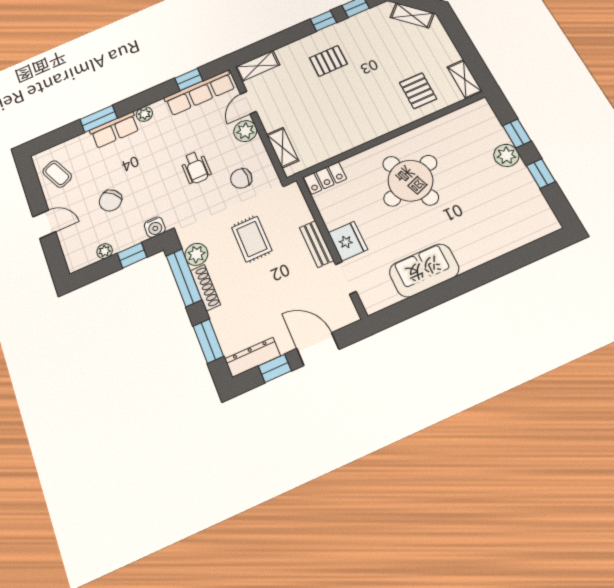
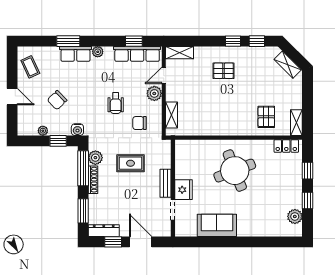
plant: (506, 155) -> (295, 216), moved
locker: (325, 178) -> (286, 146), moved
rug: (252, 239) -> (130, 163), turned 90

